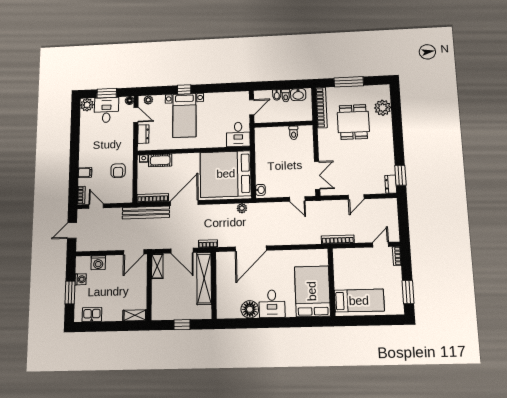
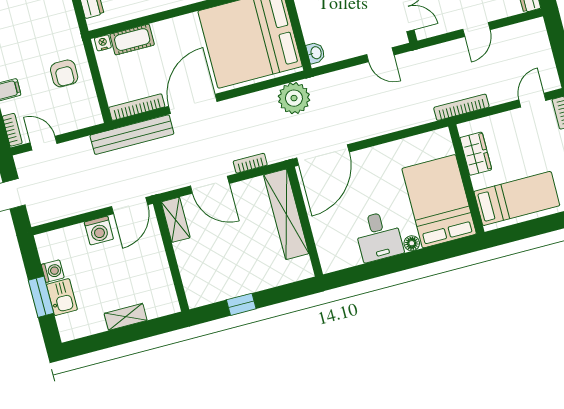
plant: (242, 208) -> (294, 98), width x1.88, depth x1.88
washing machine: (98, 263) -> (99, 231), moved
wardrobe: (340, 268) -> (476, 154), added
shelving: (204, 278) -> (286, 214), moved
wall: (214, 285) -> (305, 222), moved
floor lamp: (250, 309) -> (412, 243), moved, width x0.53, depth x0.53
kitchen sink: (92, 315) -> (62, 297), moved, turned 90
shelving: (135, 315) -> (126, 317), moved

